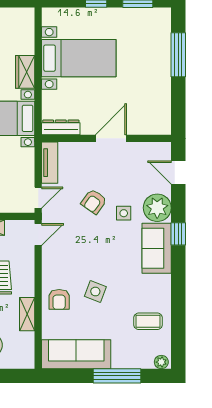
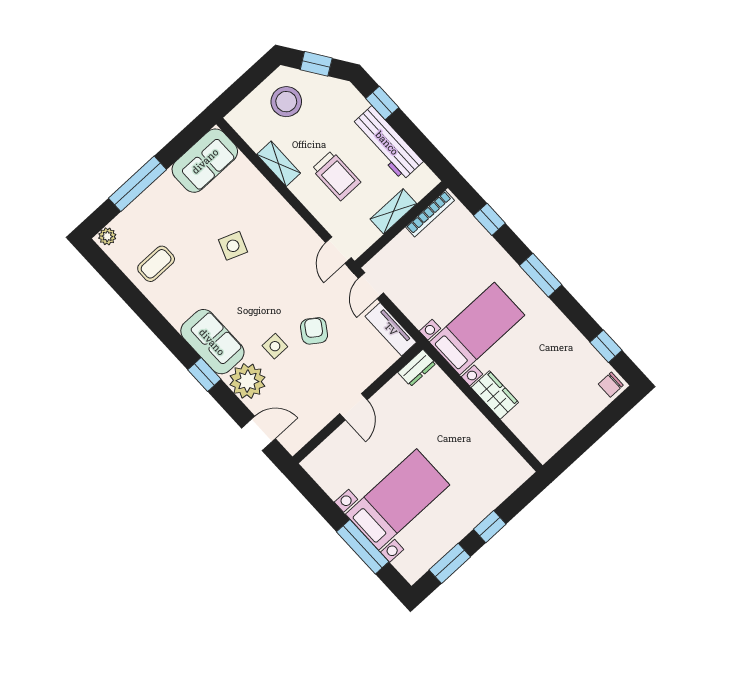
bed with nightstands: (79, 58) -> (398, 499), moved, turned 180
dresser: (61, 127) -> (417, 368), width x0.70
door: (111, 138) -> (353, 407), width x0.73
armchair: (59, 299) -> (261, 206), removed
sofa: (76, 354) -> (205, 161), width x0.73

